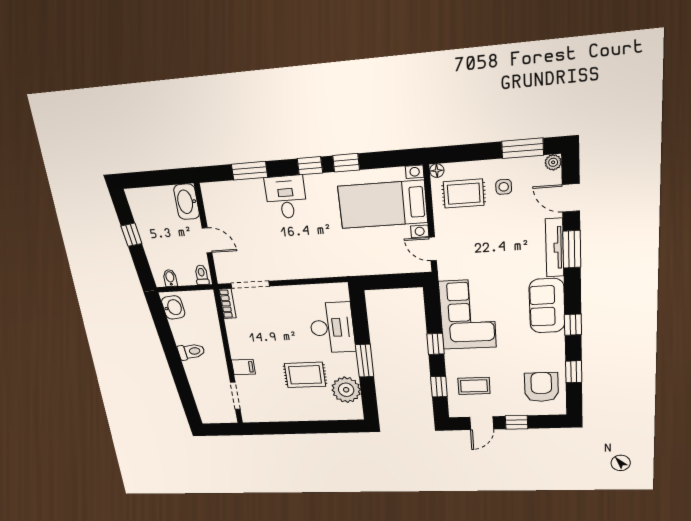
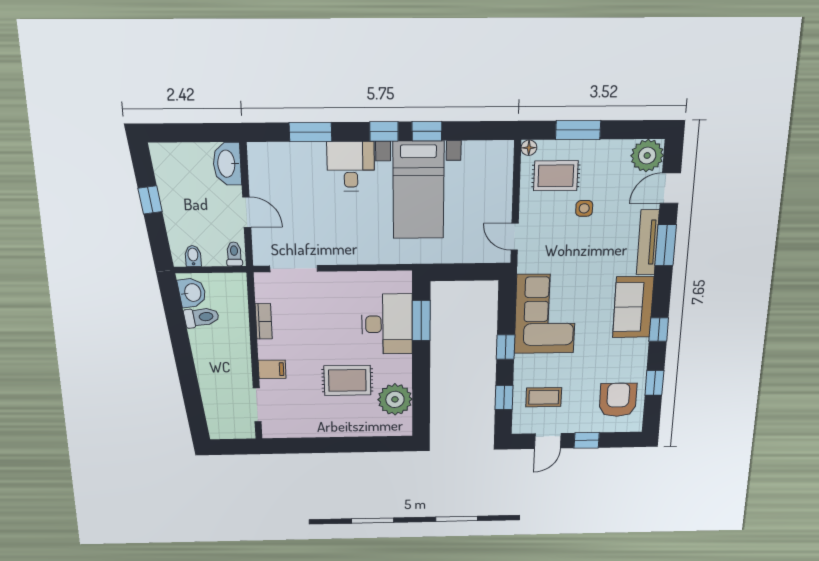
window: (523, 148) -> (578, 130), moved
plant: (553, 162) -> (647, 156), width x1.88, depth x1.88
side table: (504, 187) -> (584, 208), moved
door: (571, 198) -> (670, 188), hinge flipped
bed with nightstands: (383, 204) -> (418, 190), moved, turned -90
bookcase: (227, 304) -> (264, 321), moved
toilet: (191, 352) -> (201, 317), moved
window: (365, 361) -> (421, 321), moved

